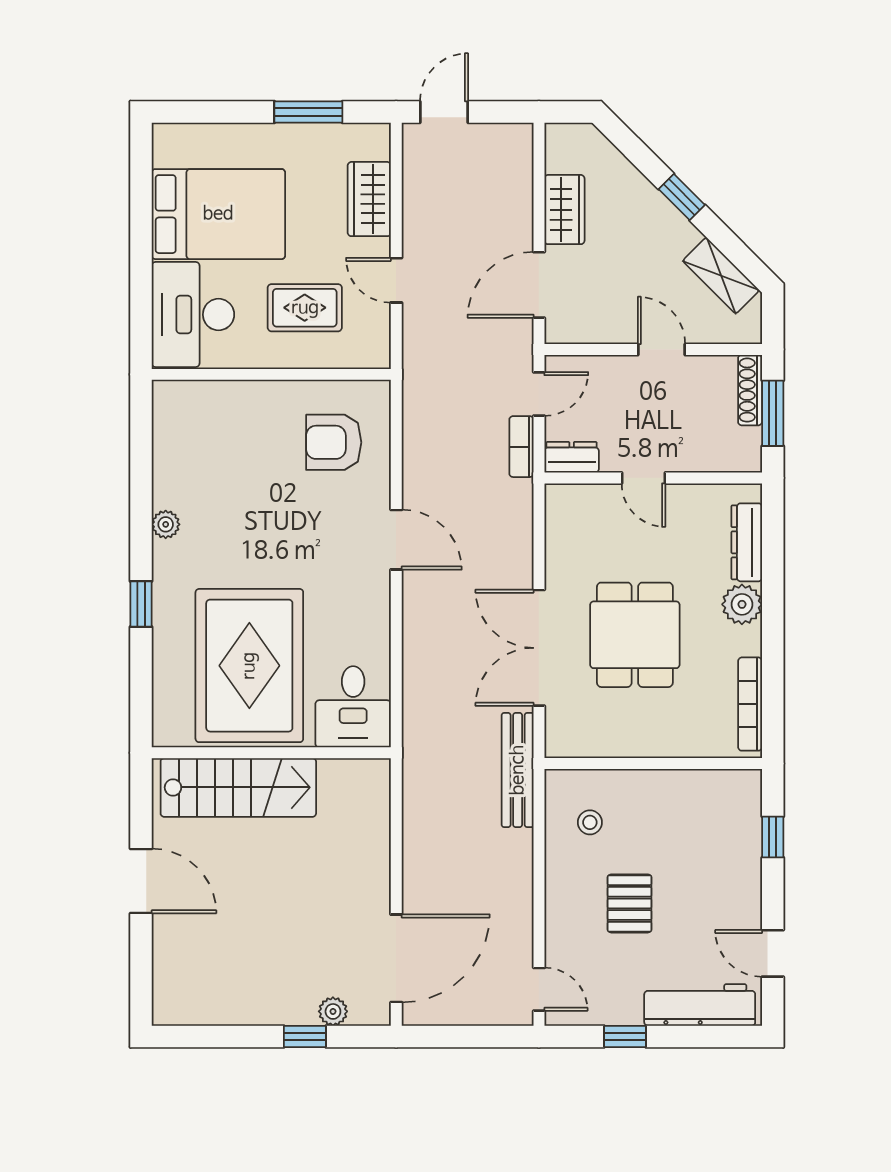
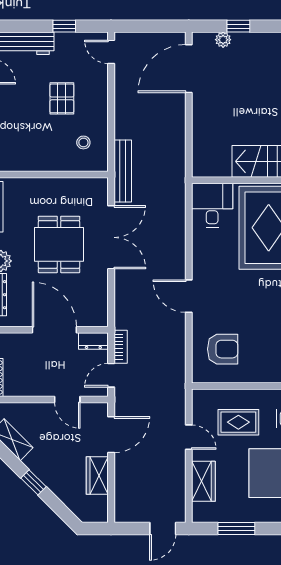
door: (661, 349) -> (67, 400), moved
door: (643, 478) -> (54, 330), width x1.88

